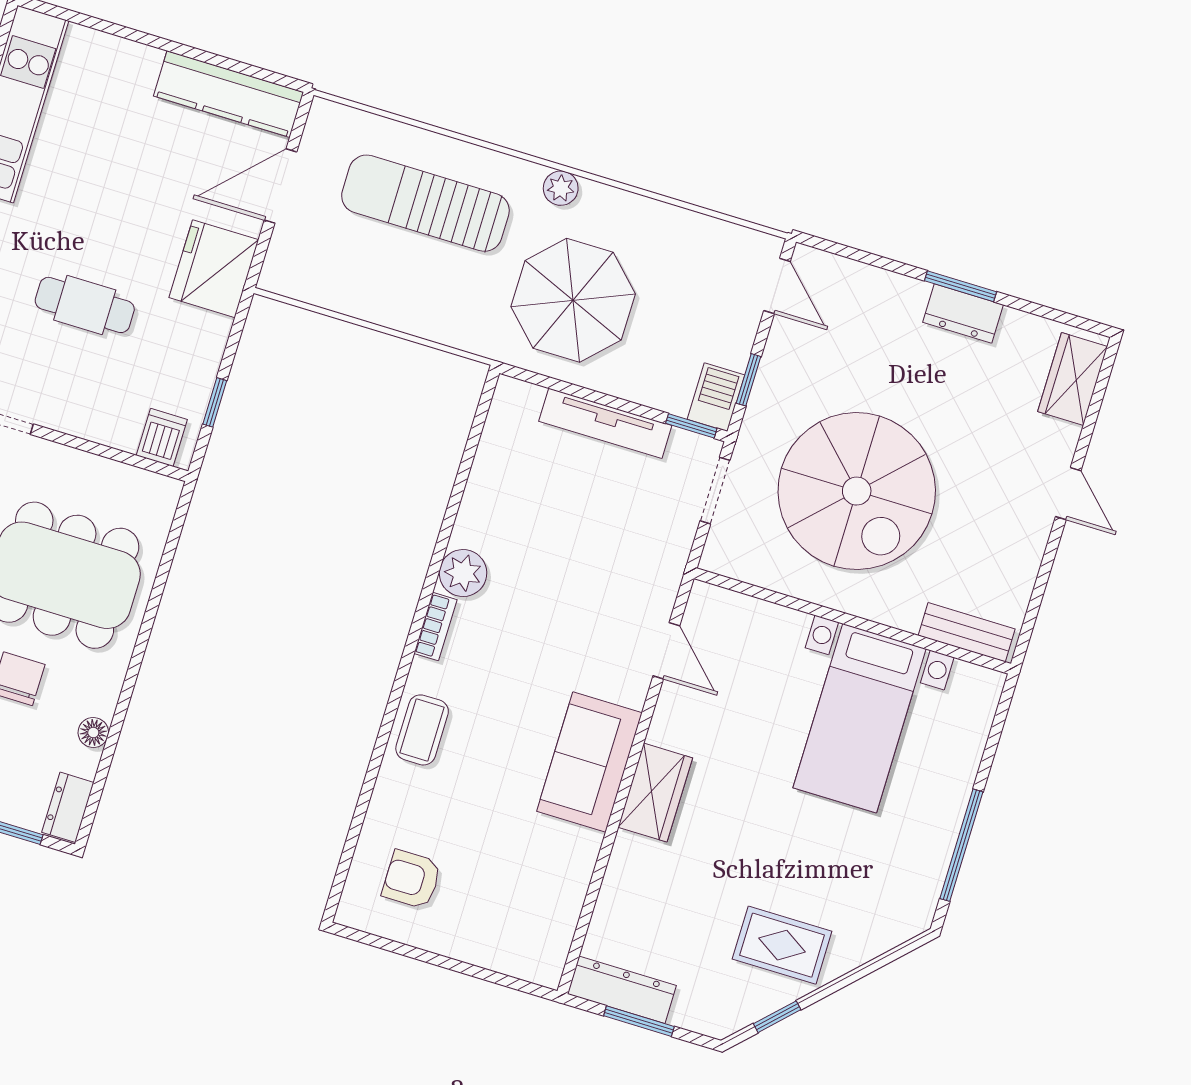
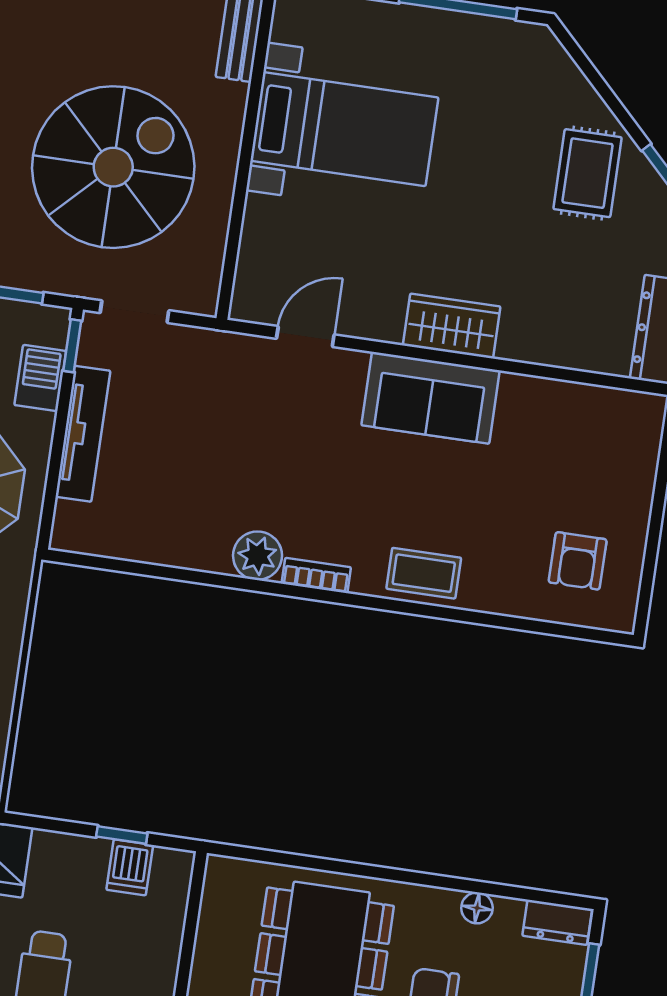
barbecue: (716, 397) -> (40, 378), moved, turned 90
dishwasher: (162, 437) -> (130, 867), moved, turned -90

